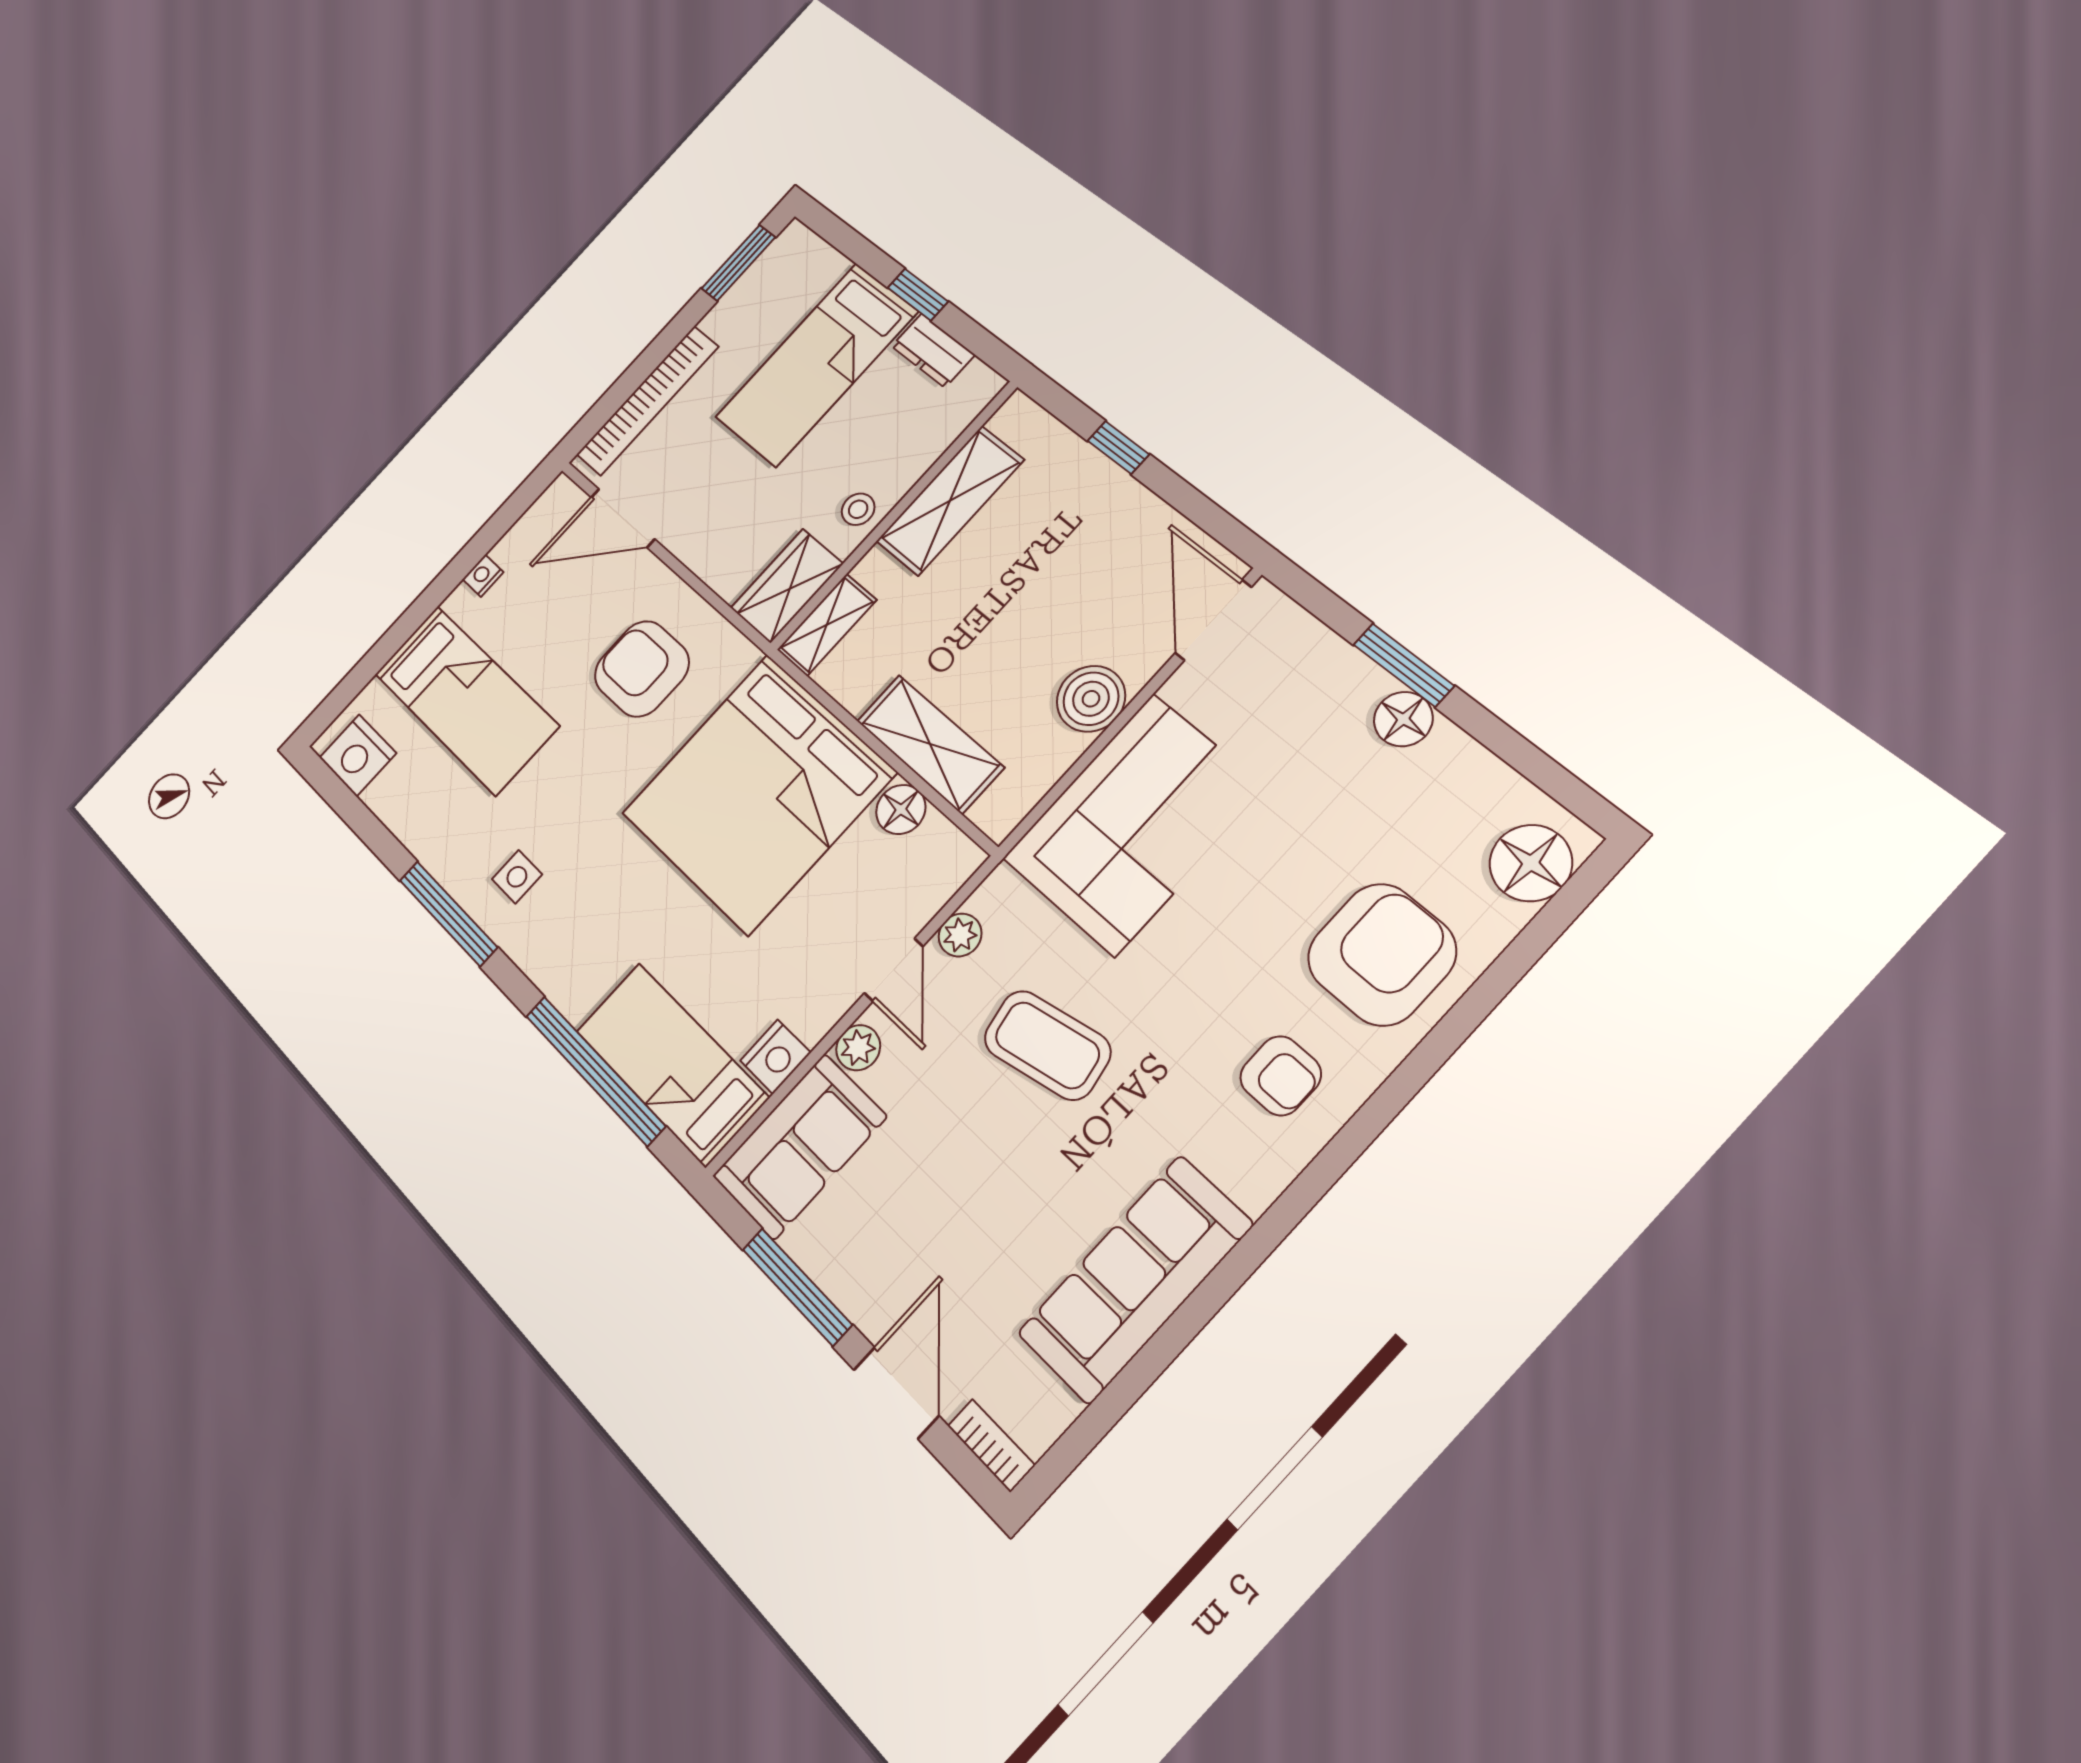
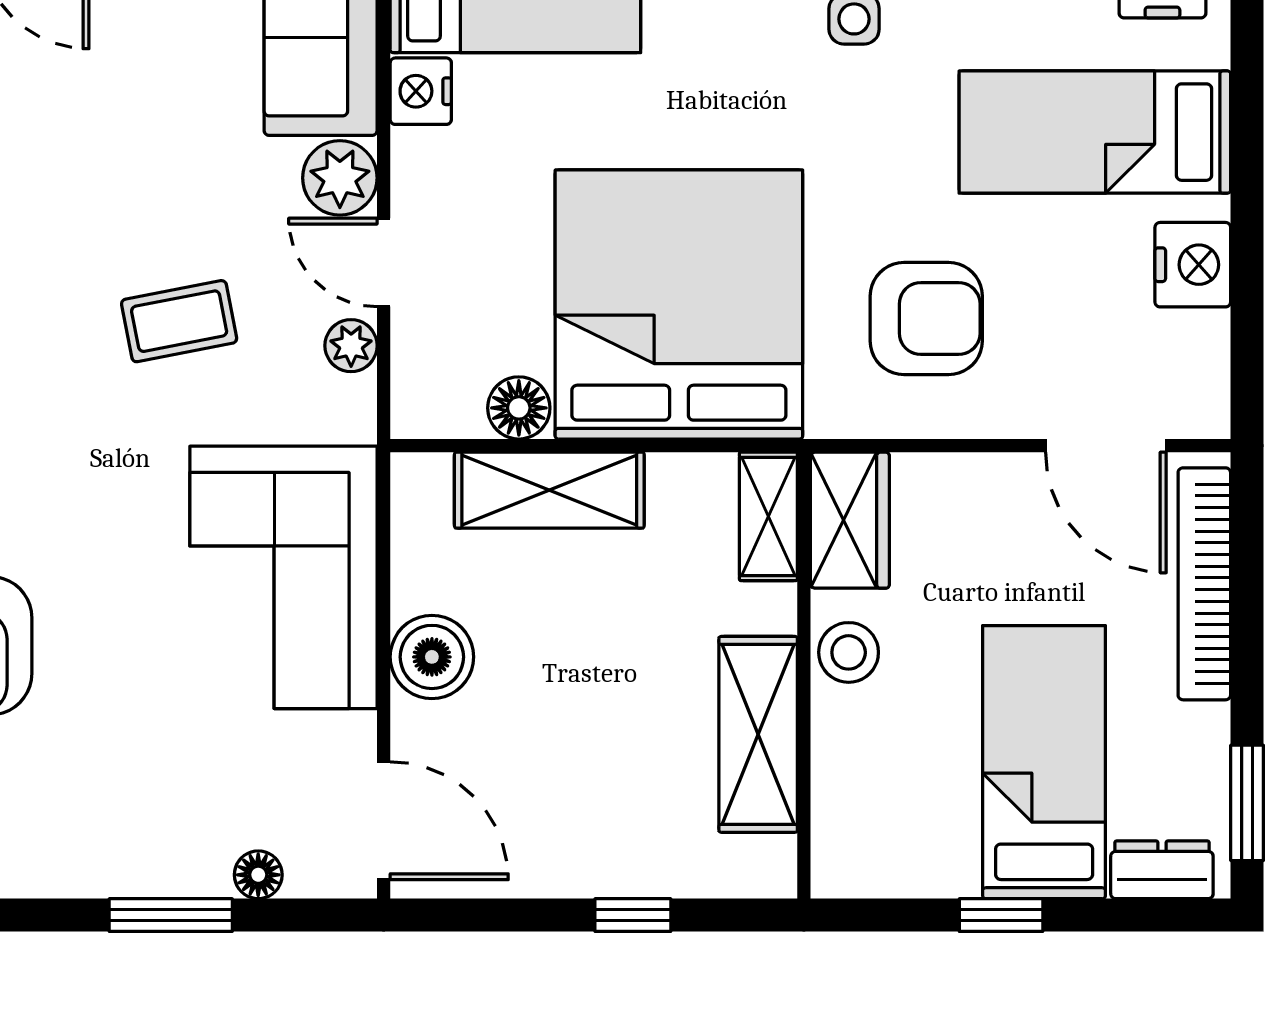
dresser: (933, 351) -> (1162, 870), moved
stool: (858, 509) -> (849, 652), width x1.37, depth x1.37
door: (623, 518) -> (1106, 446), swing flipped
nightstand: (483, 576) -> (1193, 265), width x1.89, depth x1.79
floor lamp: (1403, 719) -> (258, 875), moved, width x0.73, depth x0.73
coffee table: (1047, 1045) -> (179, 321), width x0.73, depth x0.77
plant: (858, 1048) -> (340, 178), width x1.38, depth x1.38

